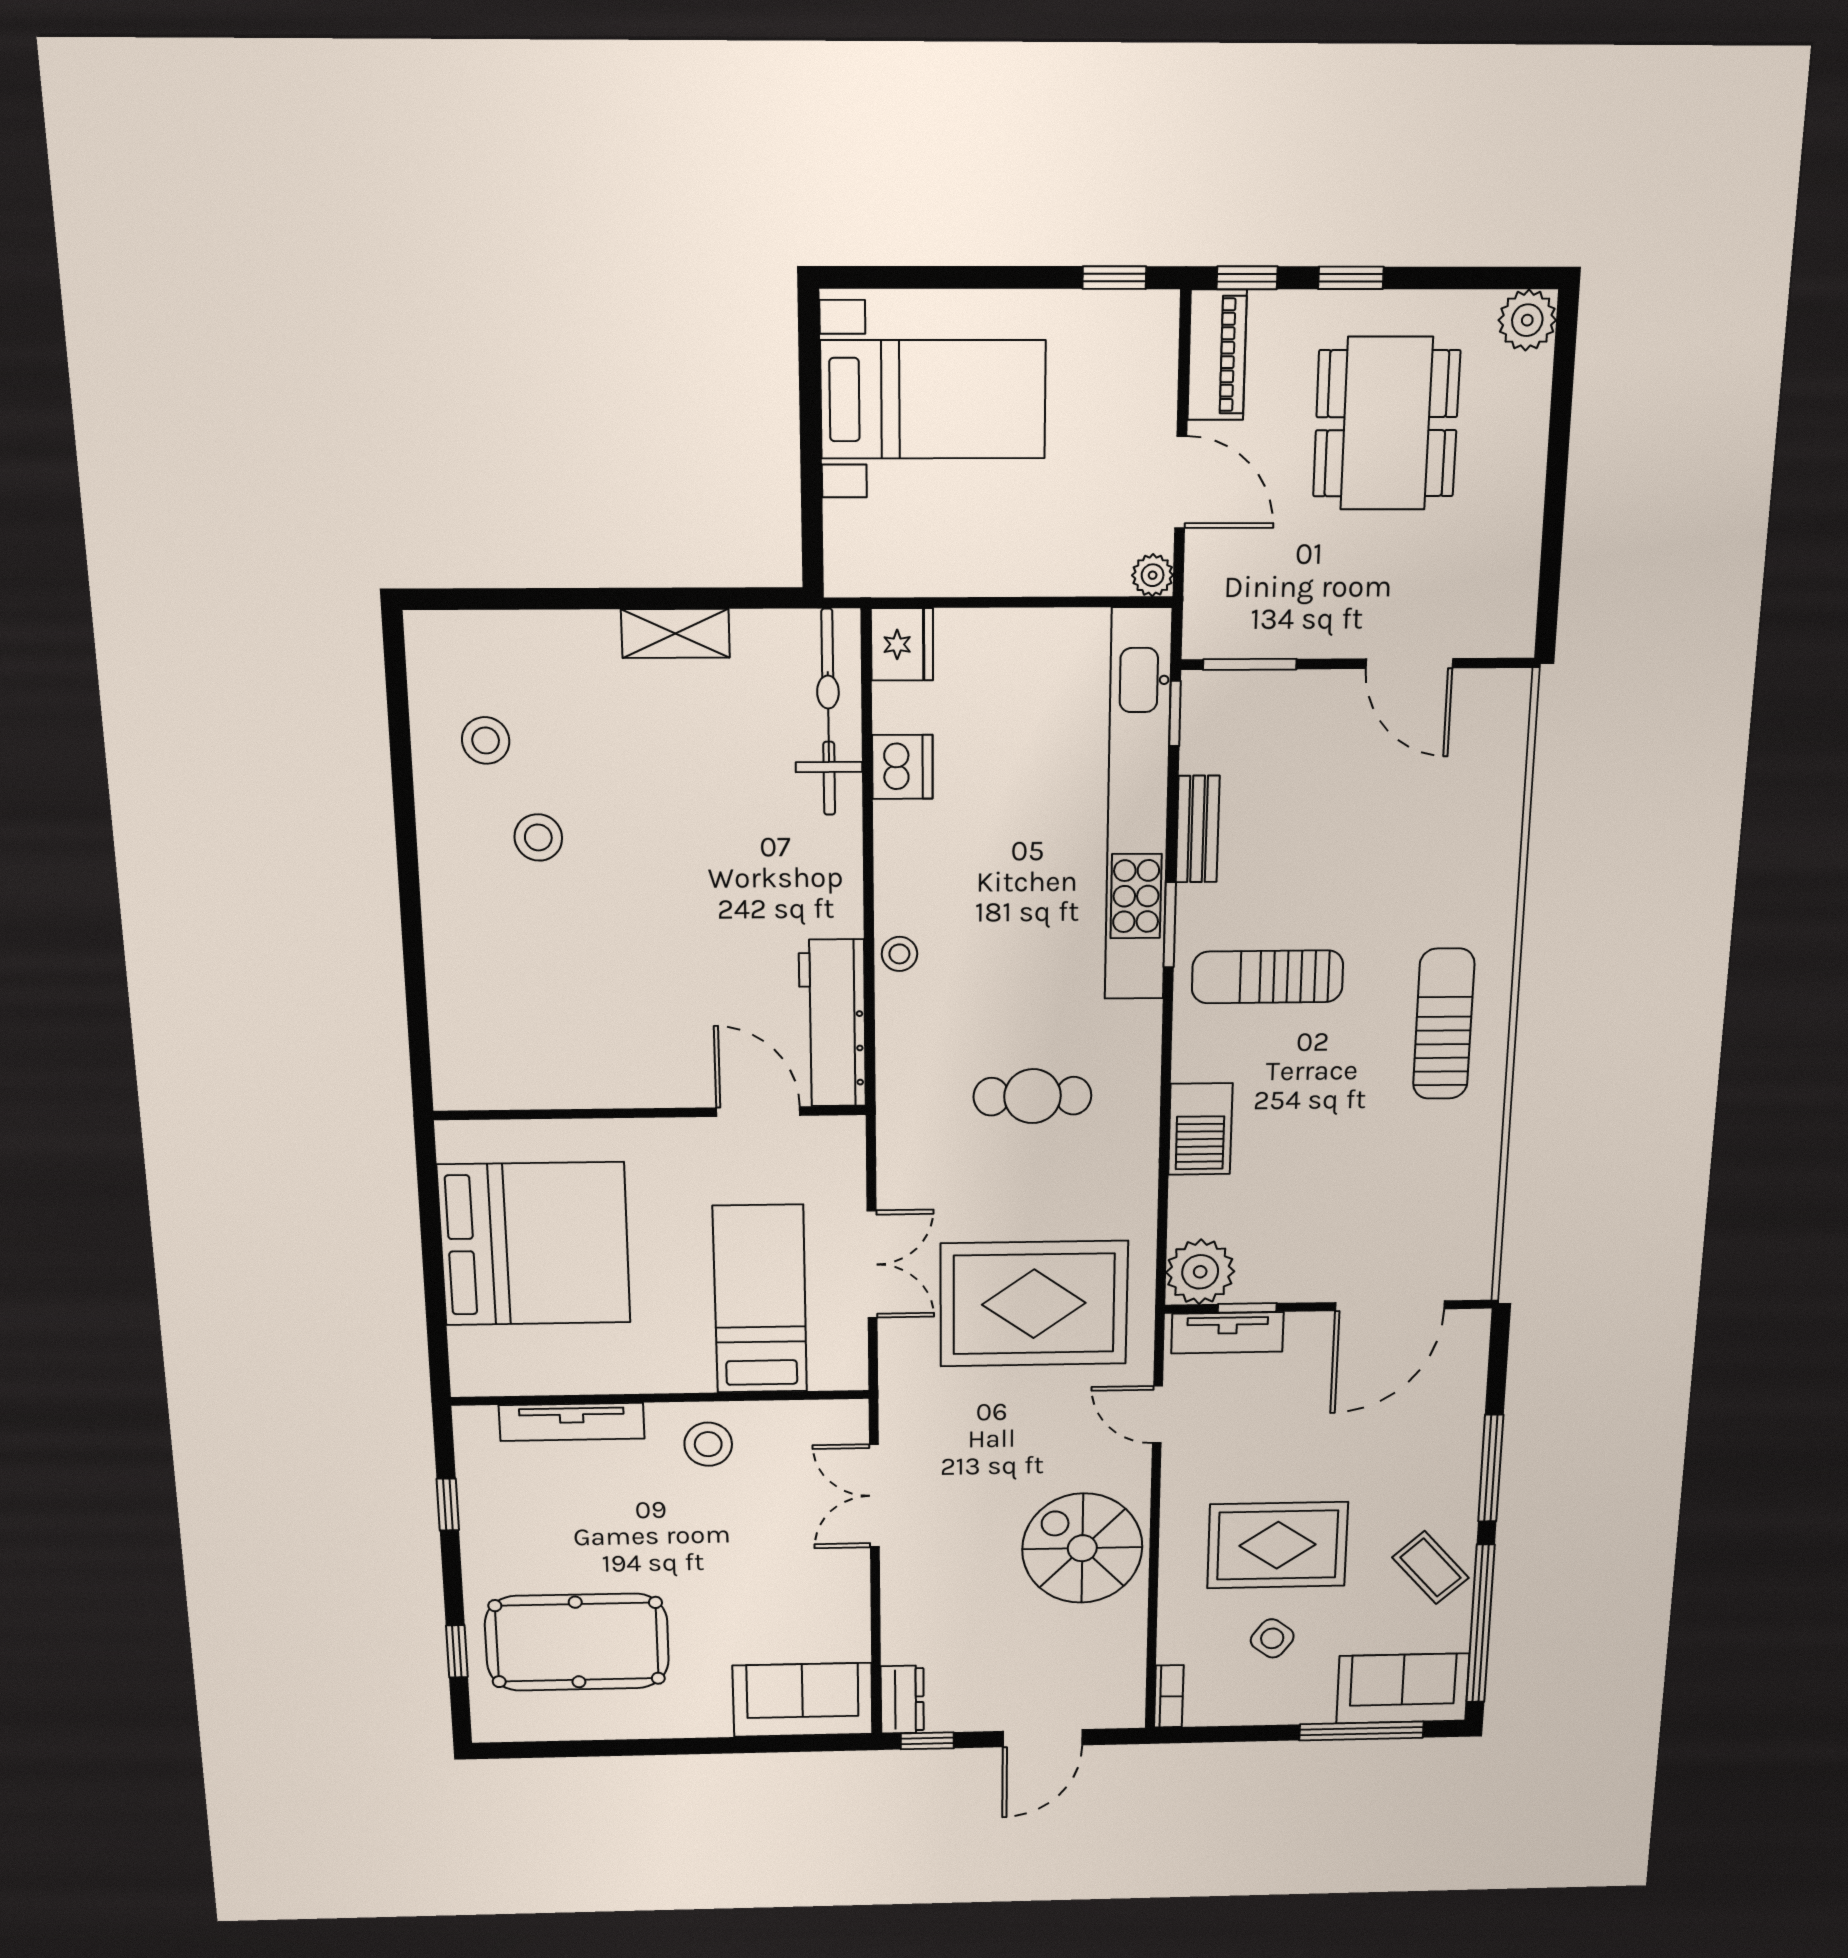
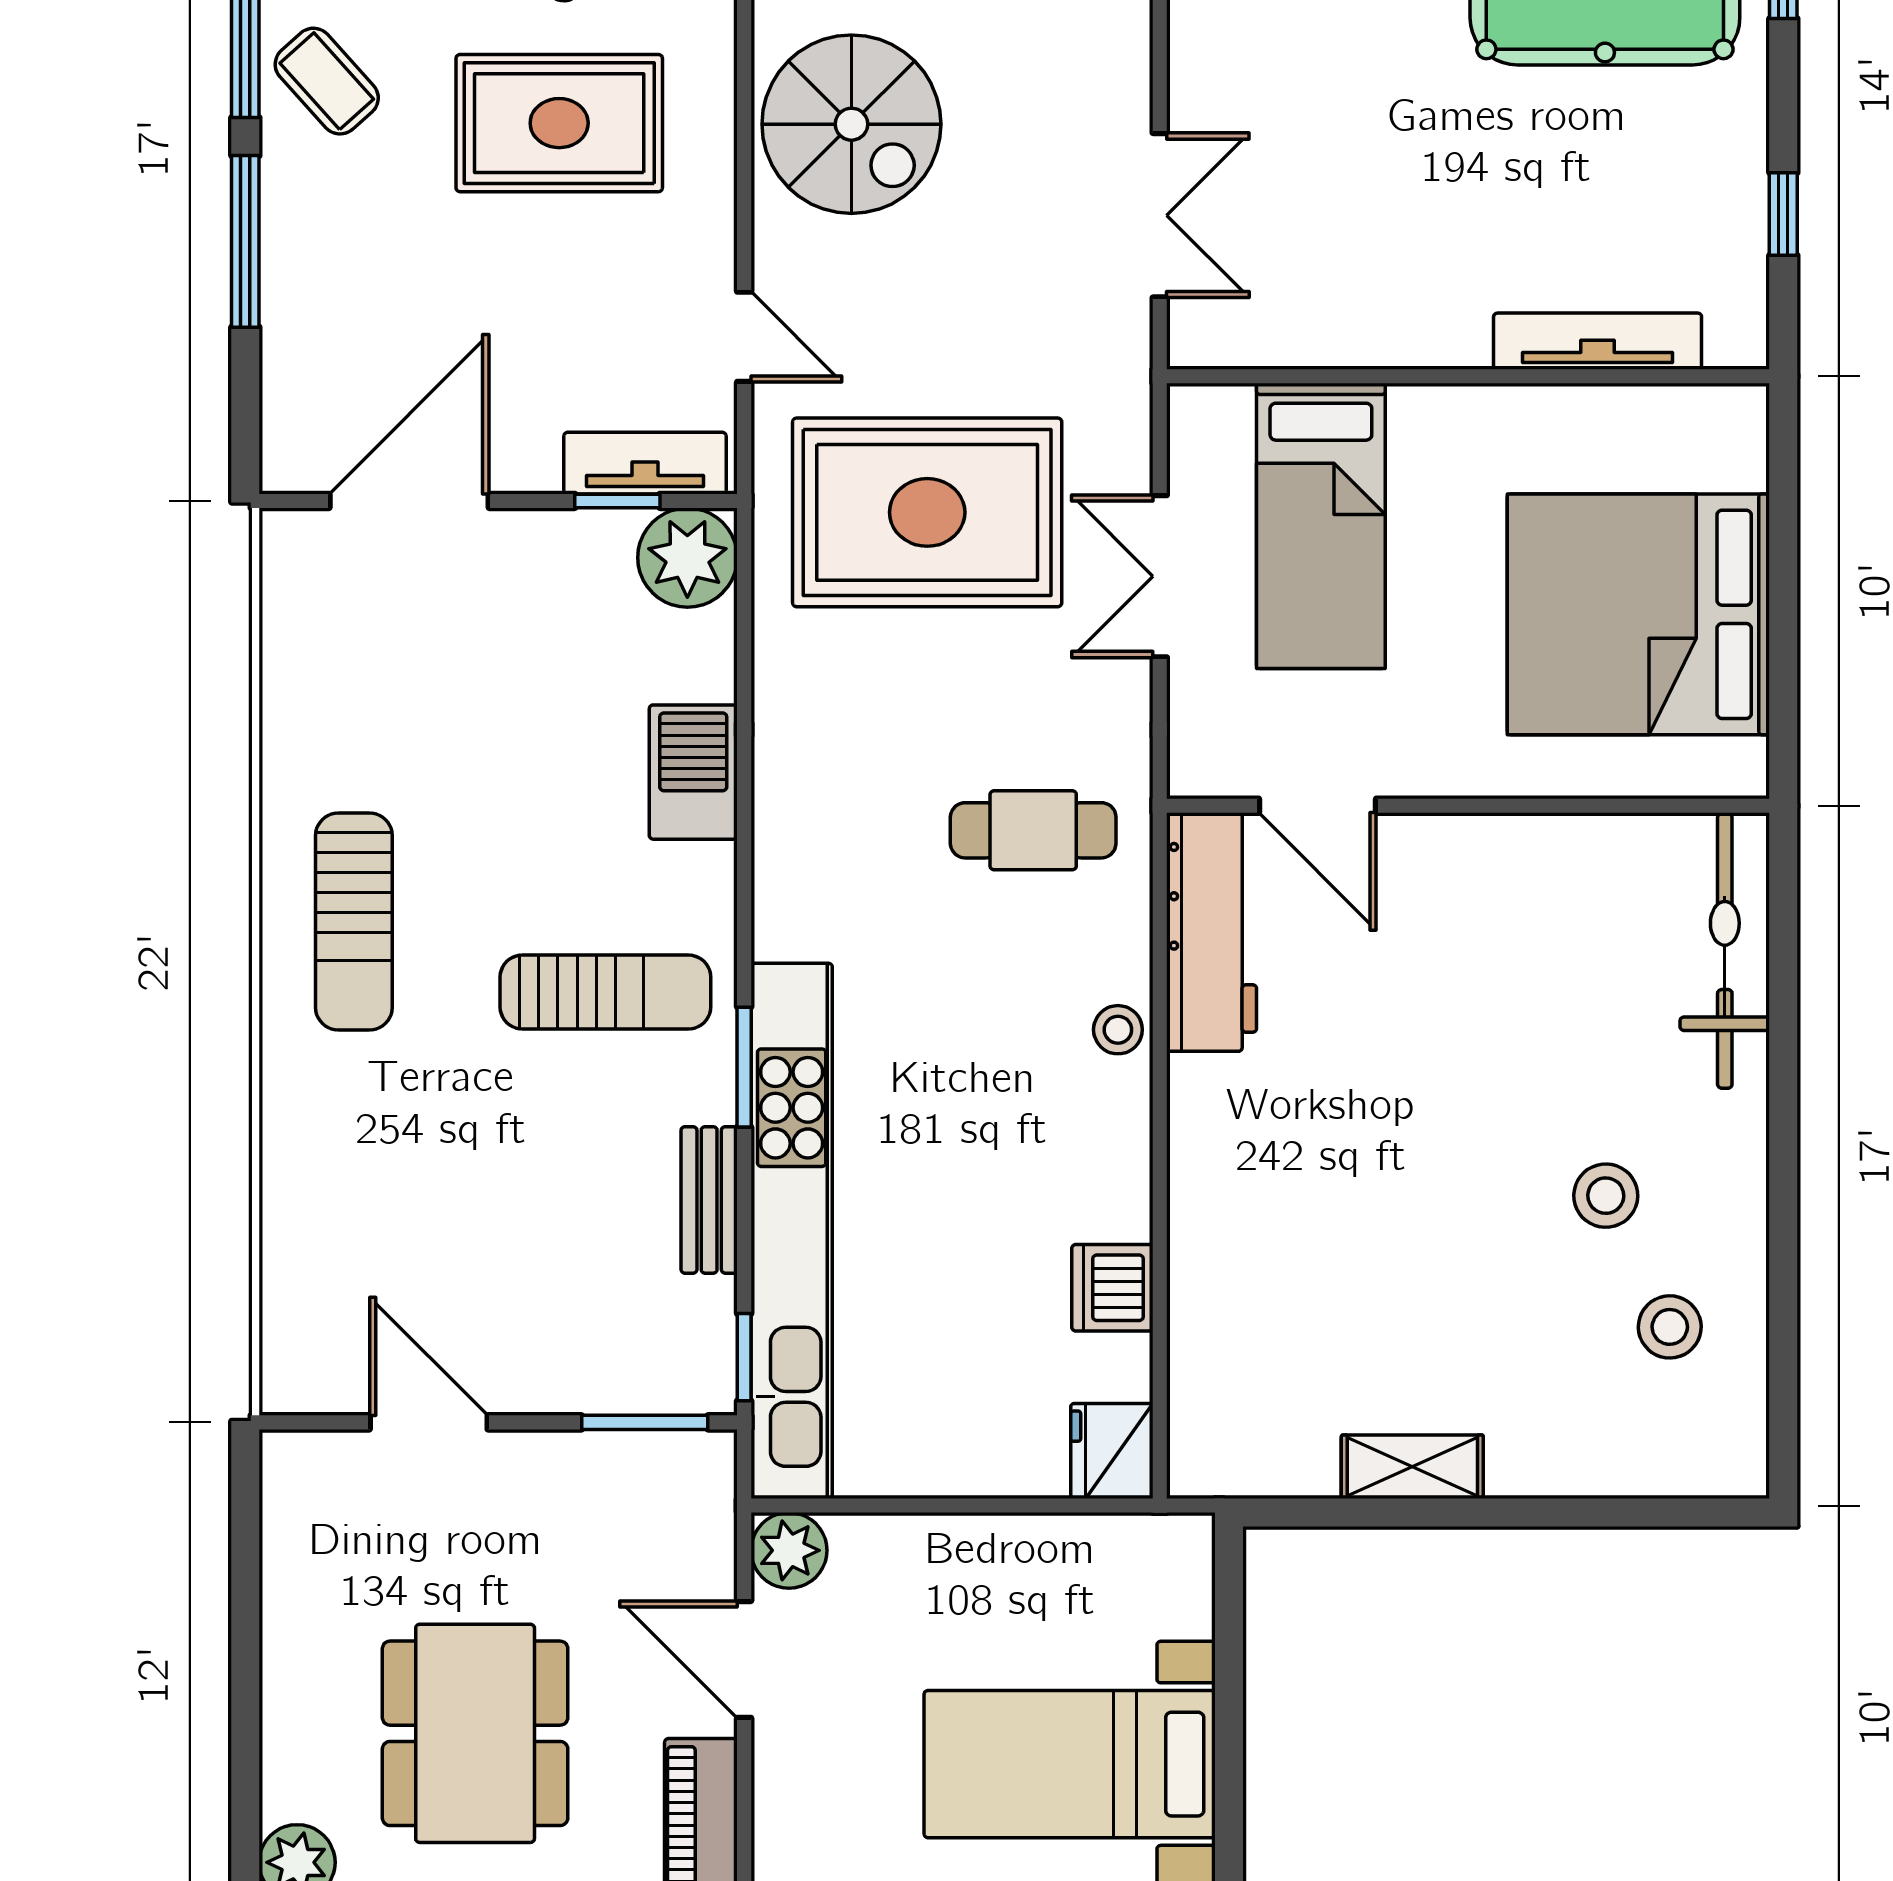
plant: (1153, 575) -> (789, 1550), width x1.38, depth x1.38
bicycle: (828, 713) -> (1725, 951), moved, turned 180
cafe table: (1032, 1096) -> (1033, 830), moved
stool: (708, 1444) -> (1401, 302), removed

